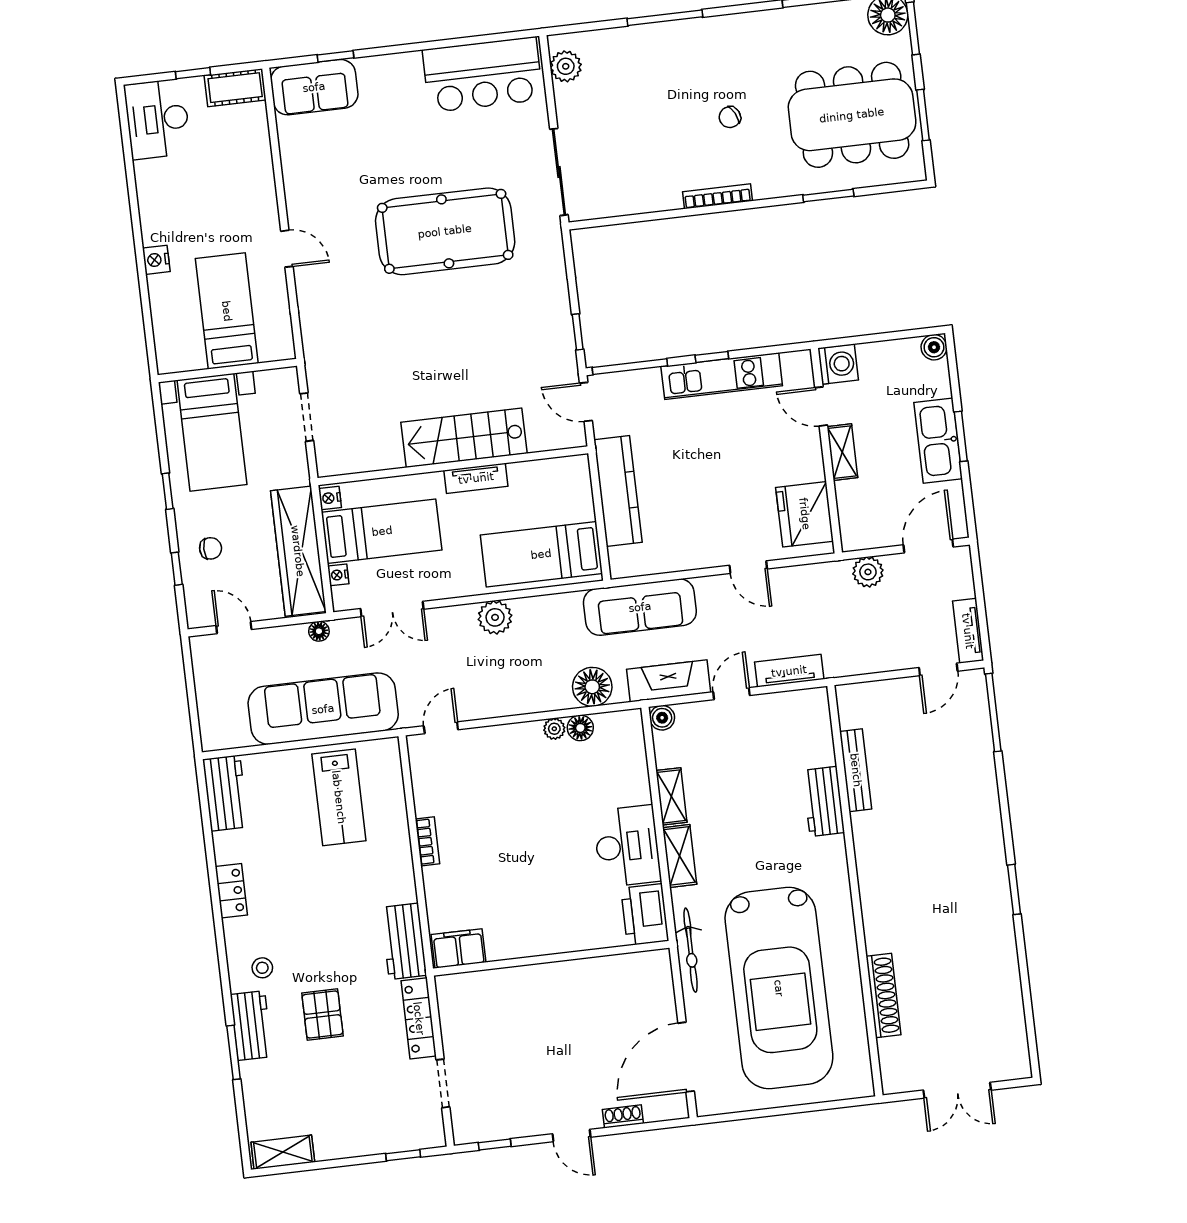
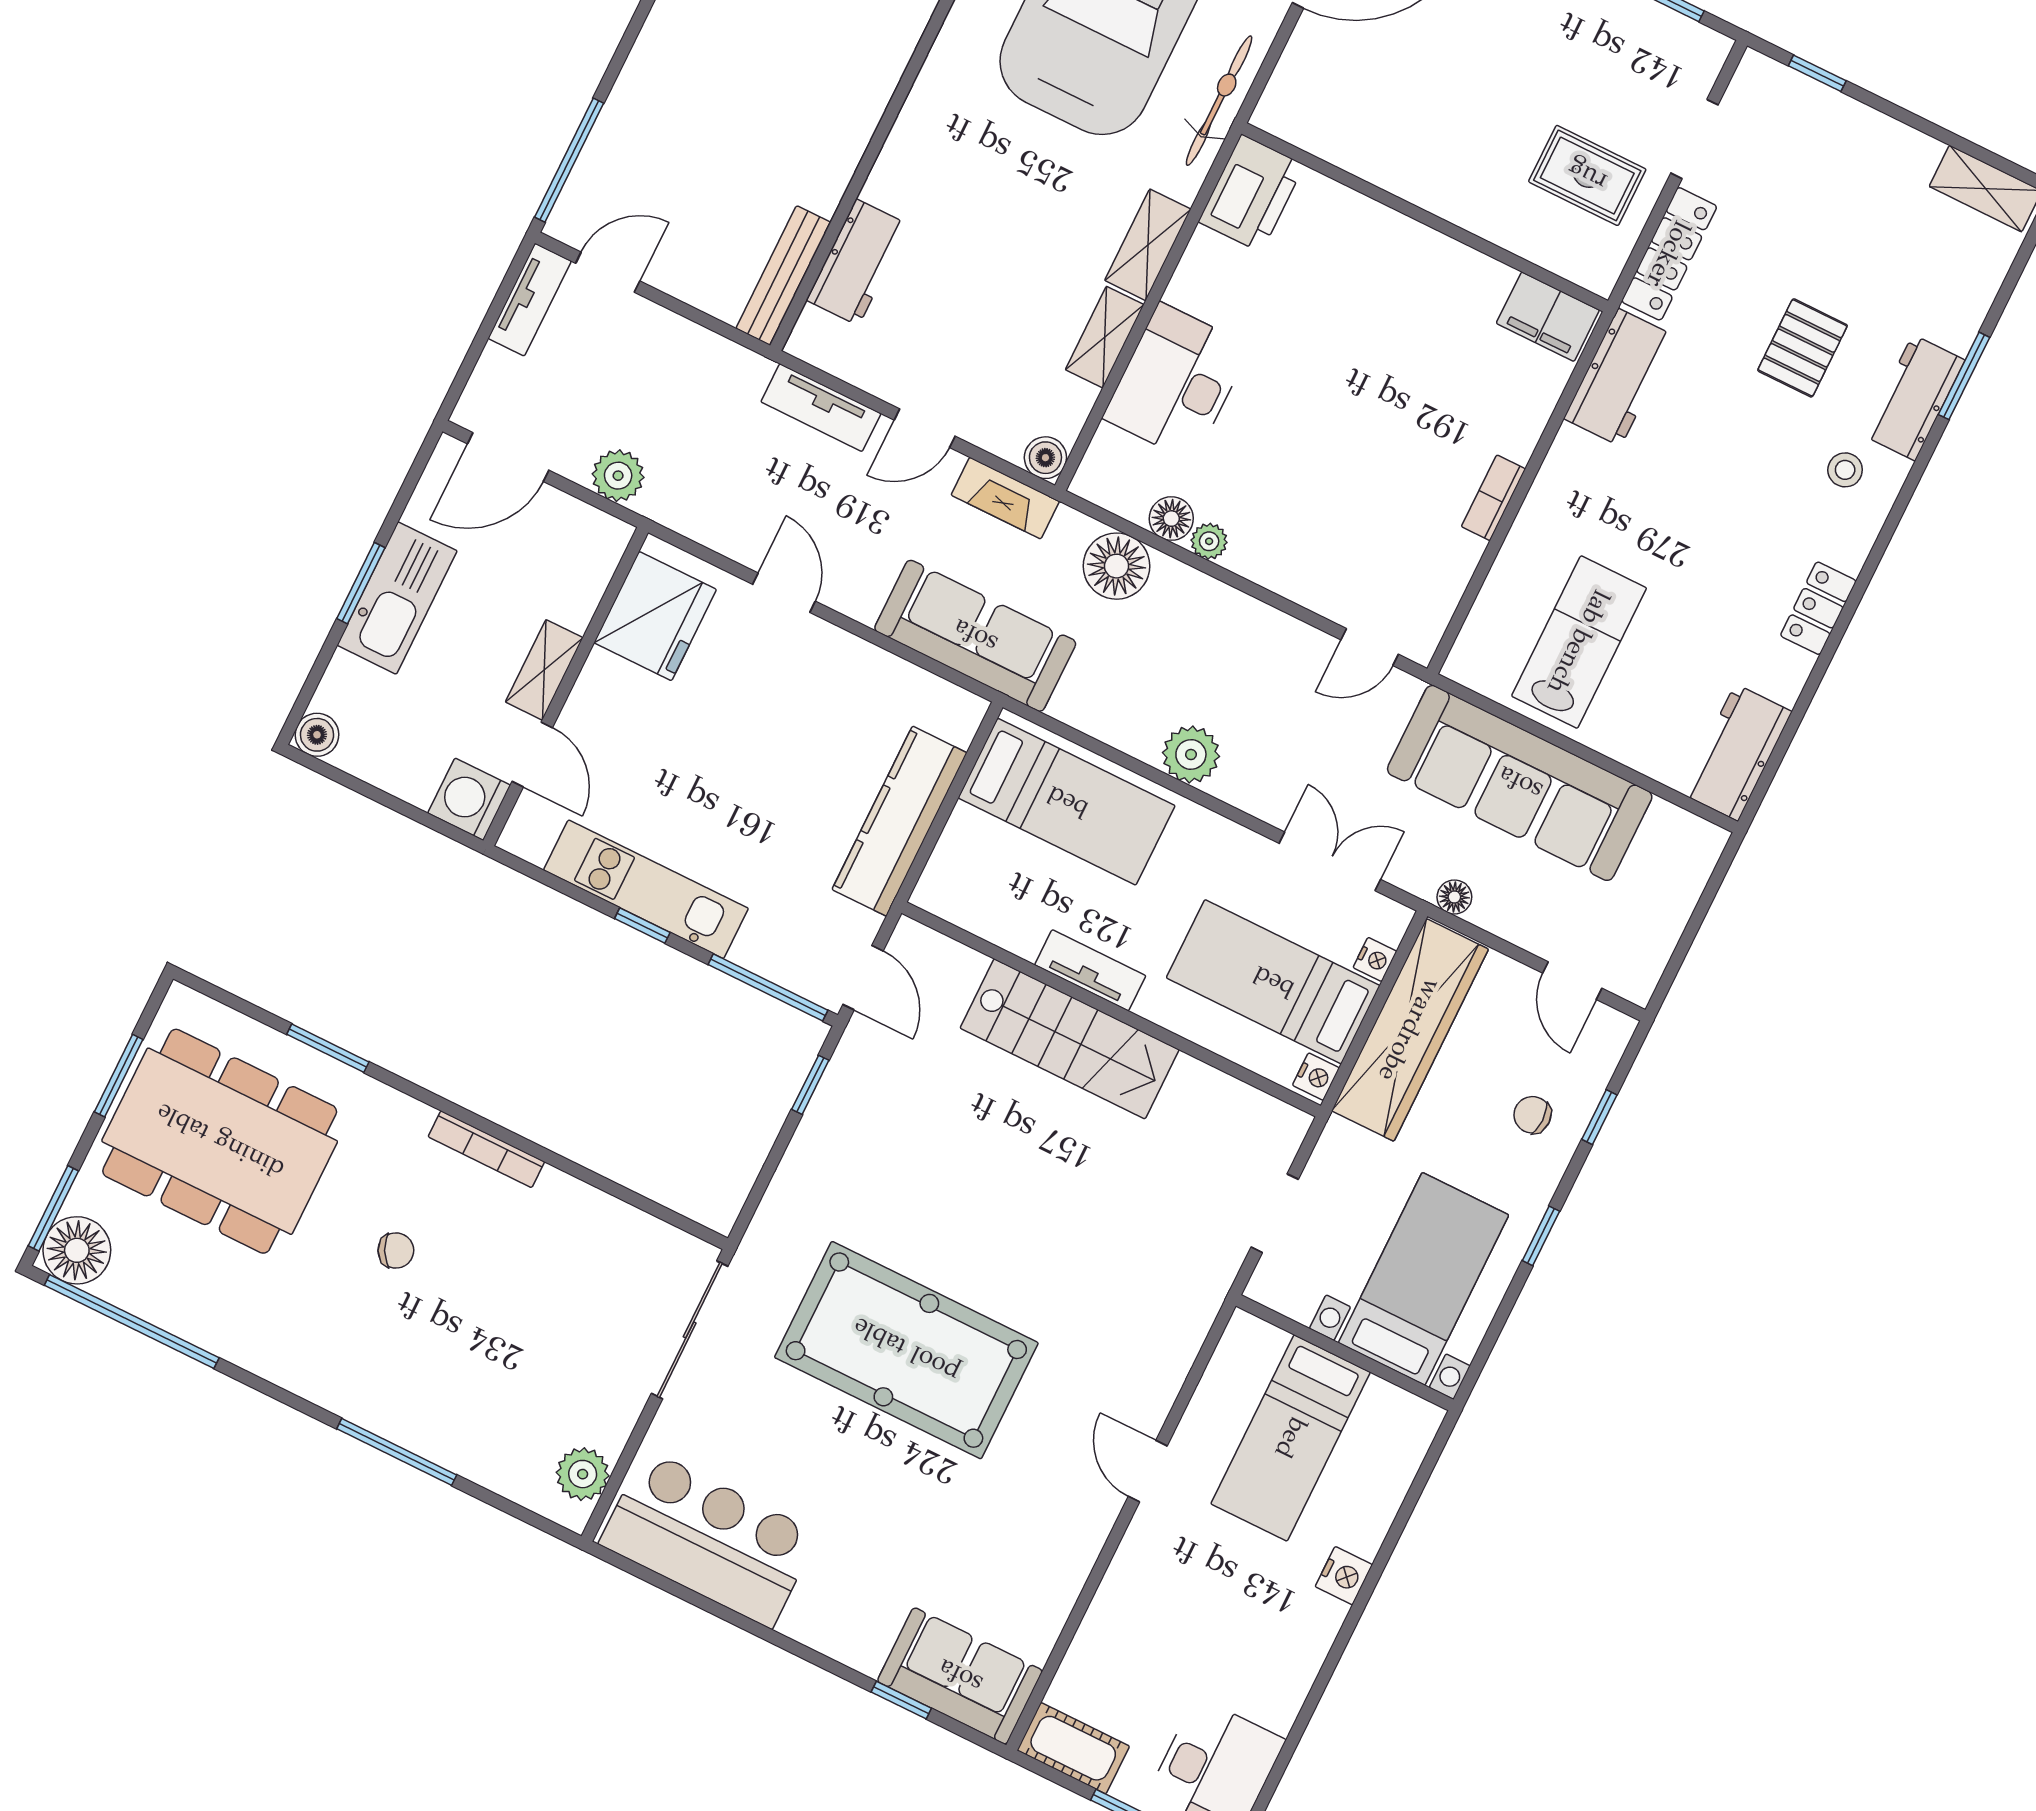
fireplace: (669, 681) -> (1005, 498), width x0.73, depth x0.76
bench: (856, 770) -> (783, 276), moved
workbench: (823, 801) -> (857, 262), moved
desk: (627, 846) -> (1176, 382), moved
rug: (484, 1031) -> (1587, 175), added

